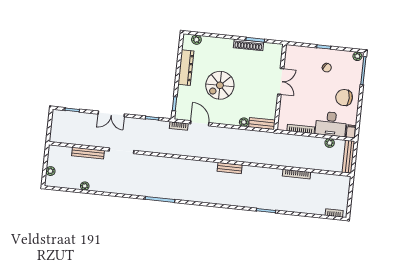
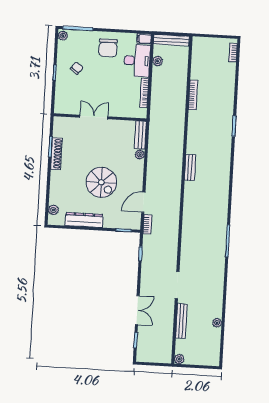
double door: (111, 114) -> (137, 310), moved
plant: (50, 171) -> (179, 359), moved

